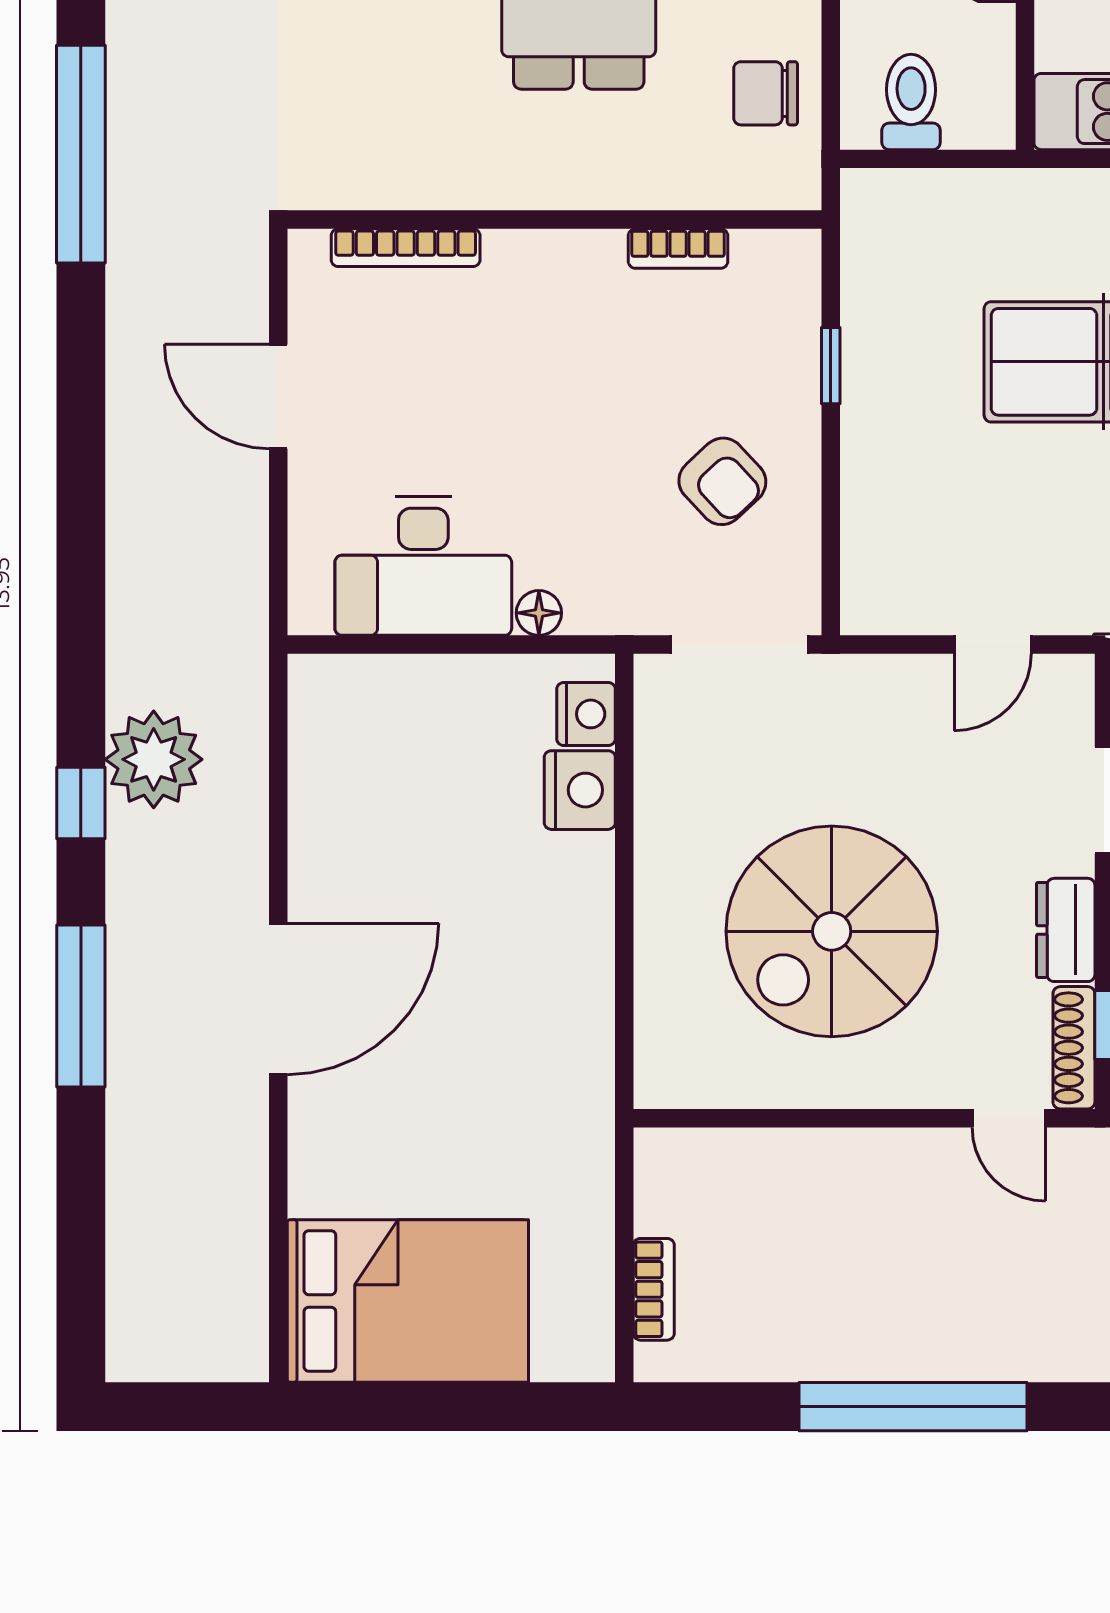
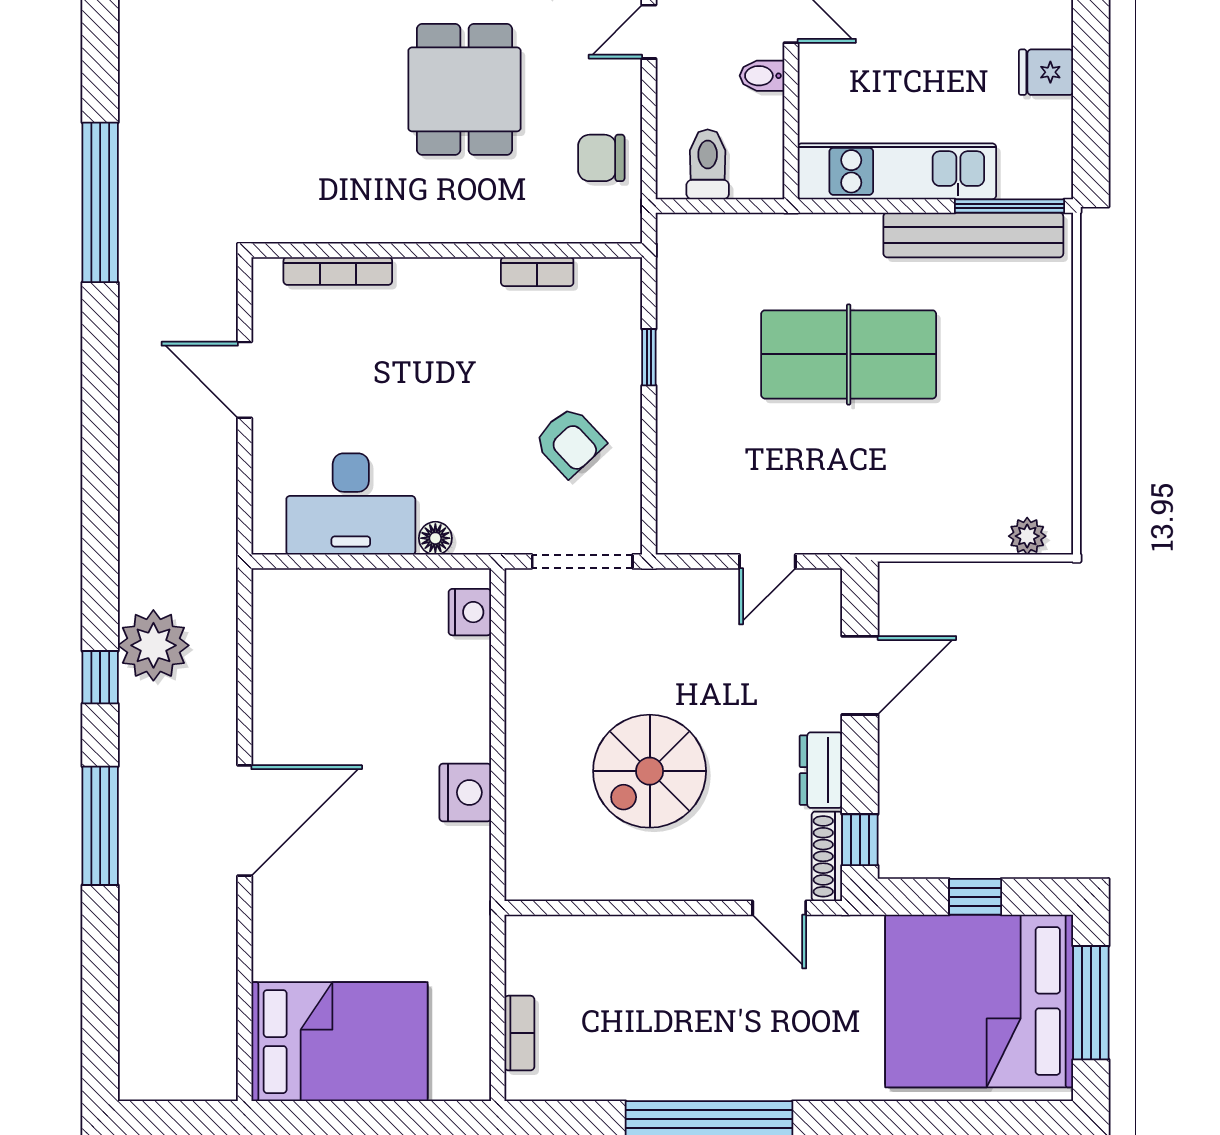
nightstand: (580, 790) -> (465, 792), moved
spiral stairs: (832, 931) -> (650, 771), width x0.73, depth x0.73

